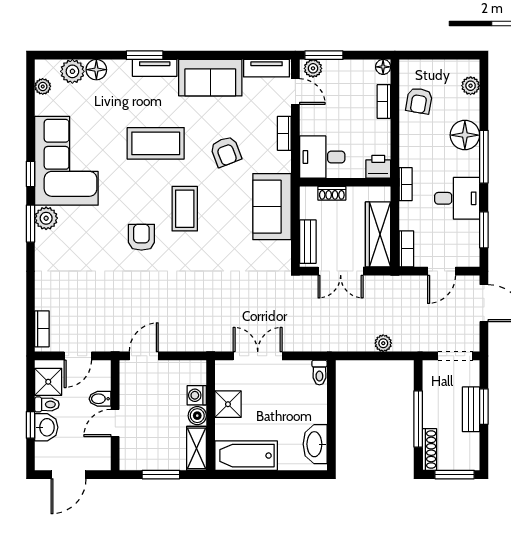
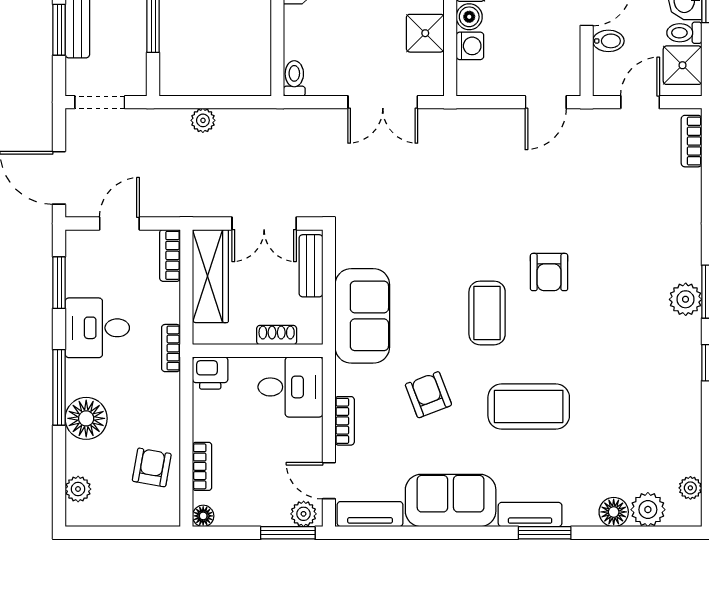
corner sofa: (66, 161) -> (656, 382), removed
double door: (341, 271) -> (264, 223), swing flipped

